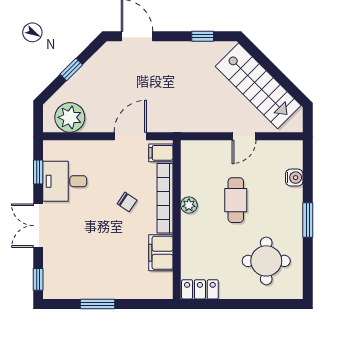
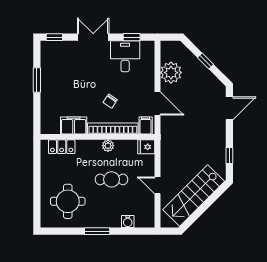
plant: (70, 117) -> (171, 73), moved
fridge: (191, 152) -> (146, 147), added
locker: (200, 289) -> (62, 147), moved, turned 90

